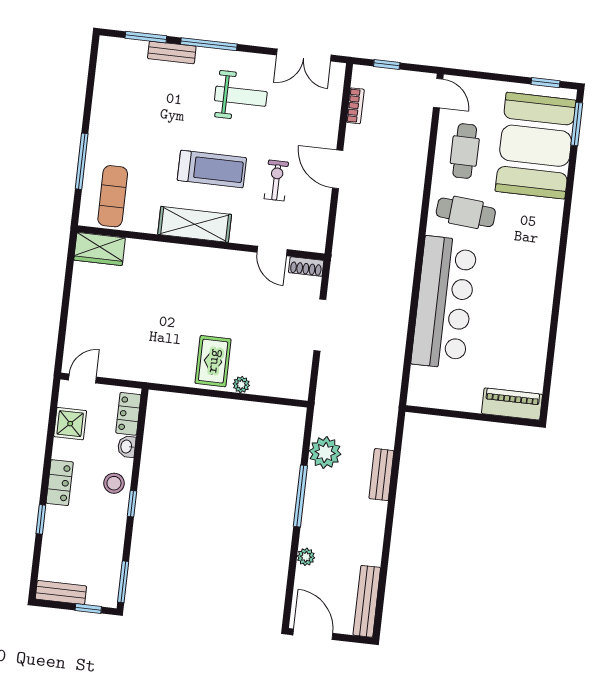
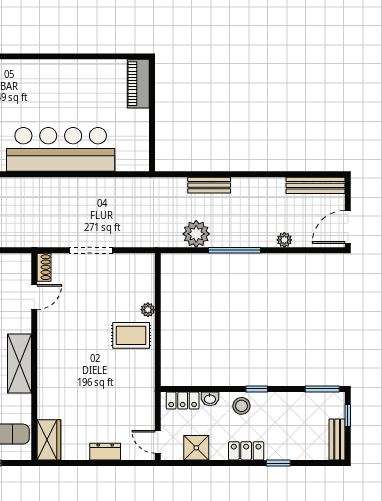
dresser: (78, 315) -> (105, 452), added

